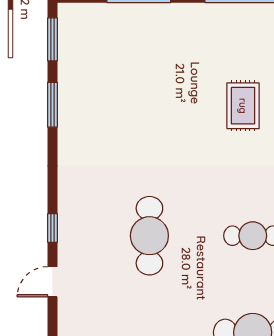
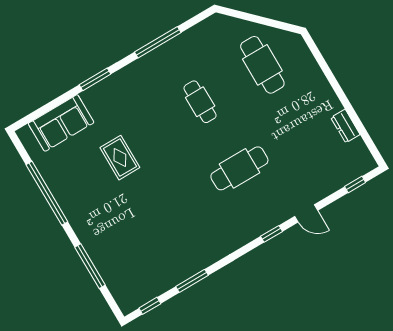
window: (52, 39) -> (150, 306), width x0.67
rug: (243, 106) -> (120, 158), turned 90

